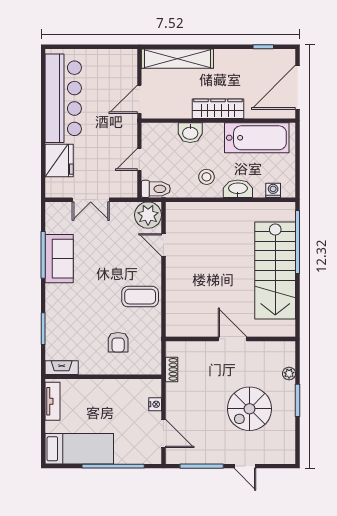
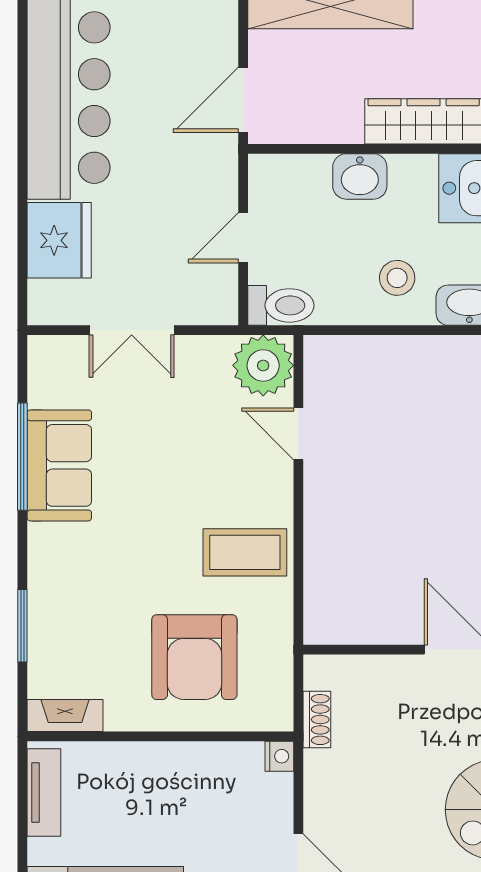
armchair: (118, 342) -> (194, 657), width x1.88, depth x1.88
nightstand: (155, 404) -> (279, 756), moved

